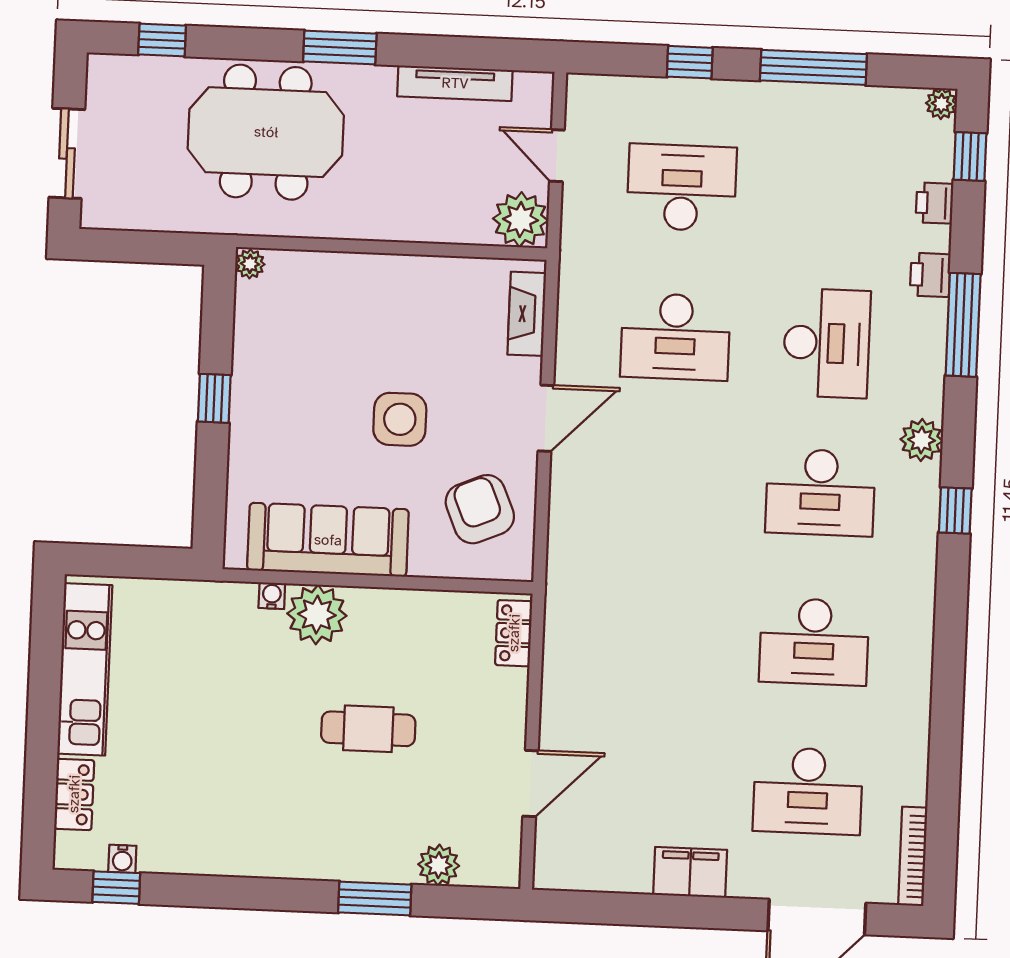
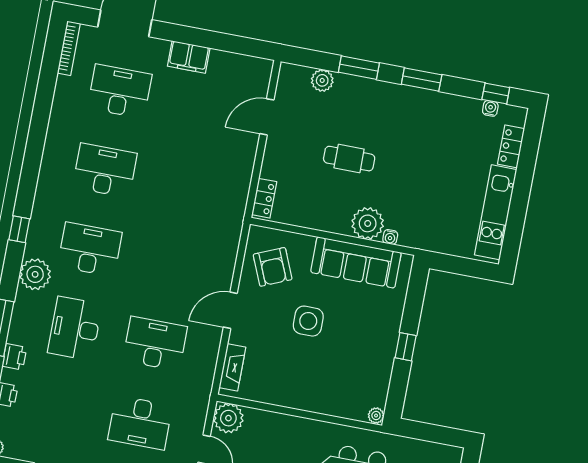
plant: (922, 440) -> (35, 274), width x1.36, depth x1.36
window: (256, 893) -> (422, 79), added

